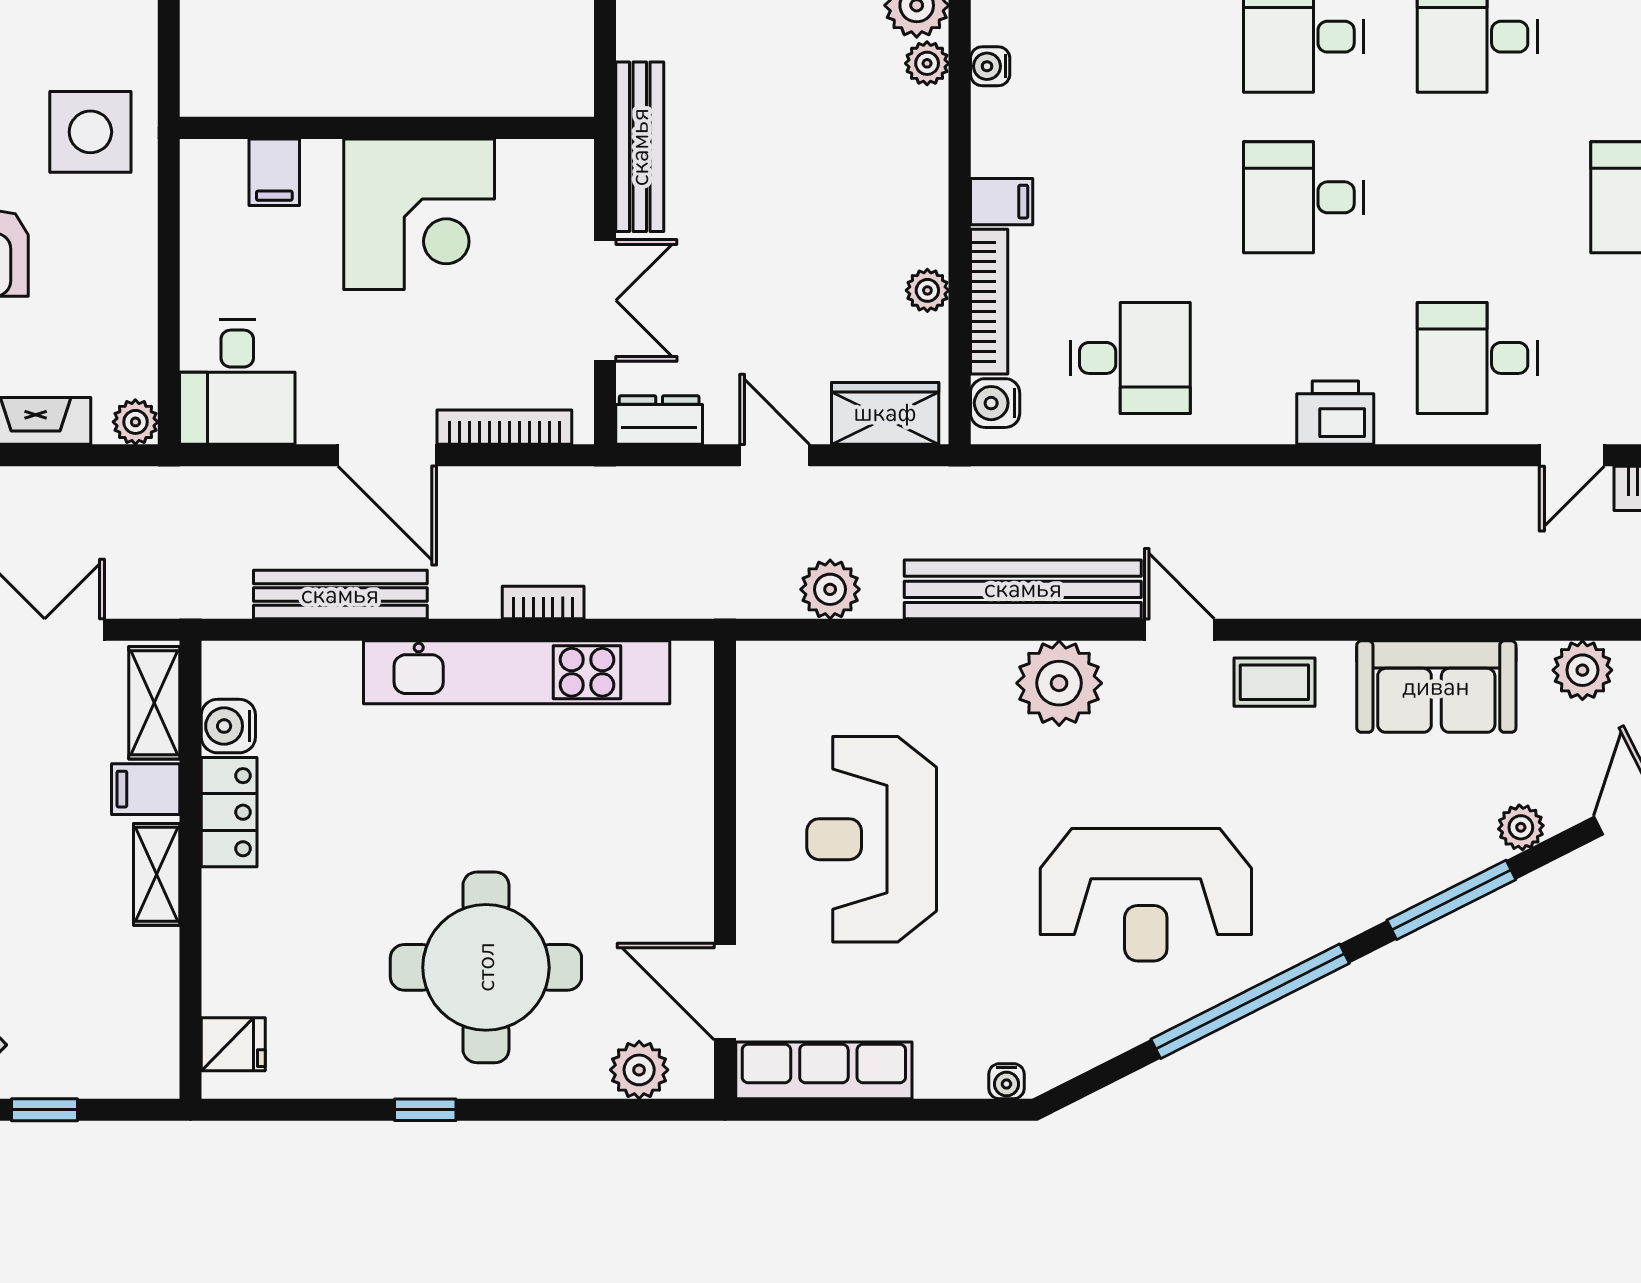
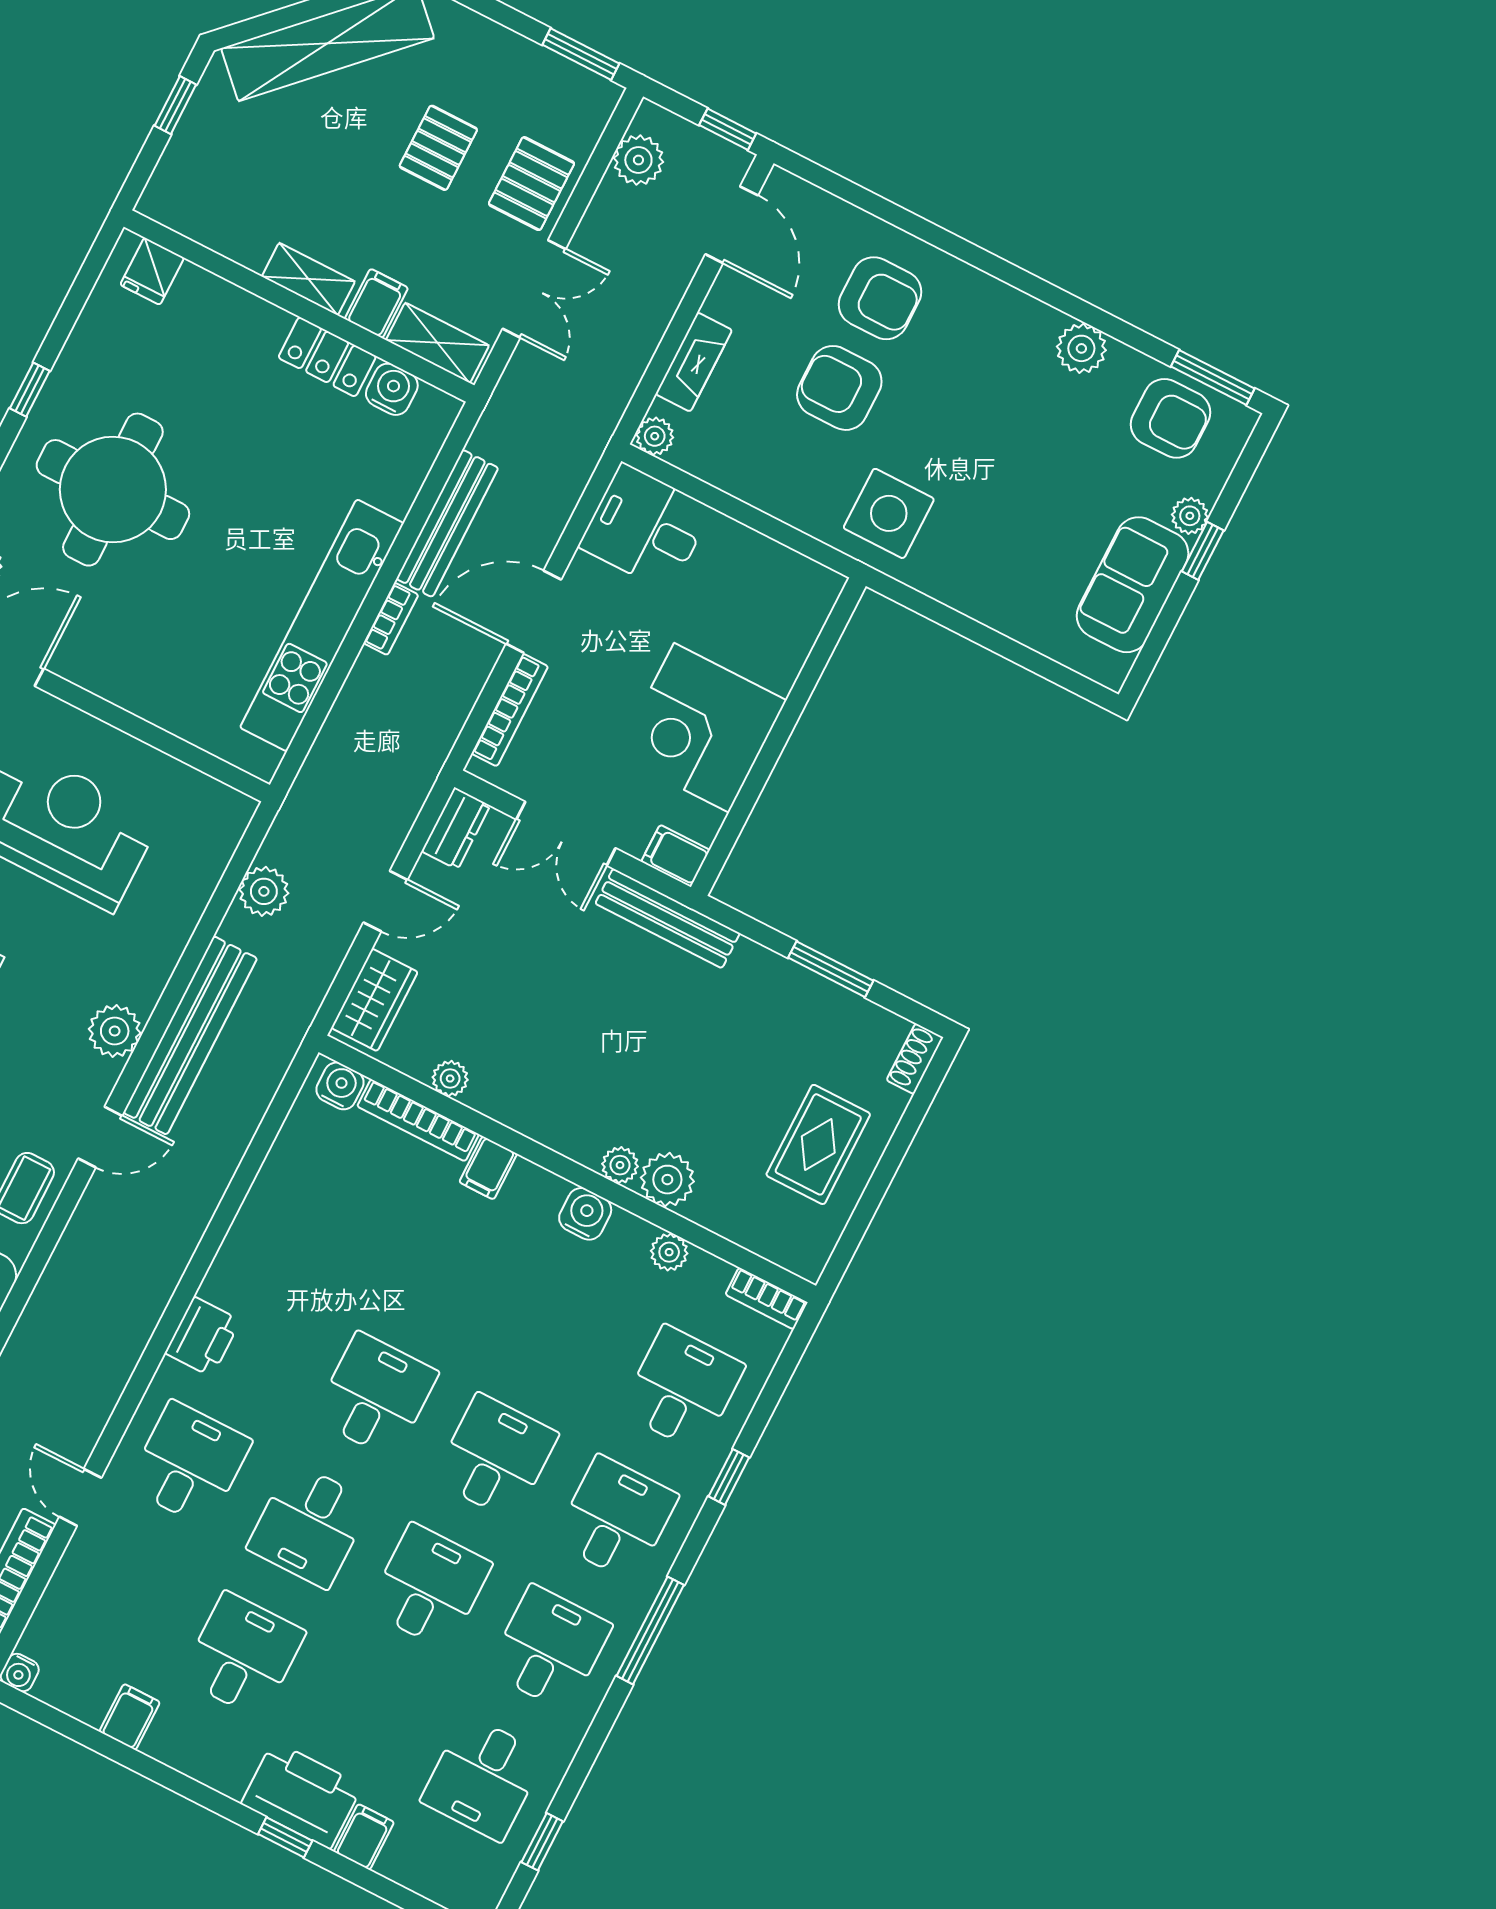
water cooler: (990, 66) -> (585, 1214), width x1.38, depth x1.38
filing cabinet: (274, 172) -> (676, 856), moved
desk: (1130, 358) -> (309, 1525), moved
bookcase: (543, 603) -> (391, 619), moved
plant: (1059, 683) -> (115, 1031), width x0.73, depth x0.73

